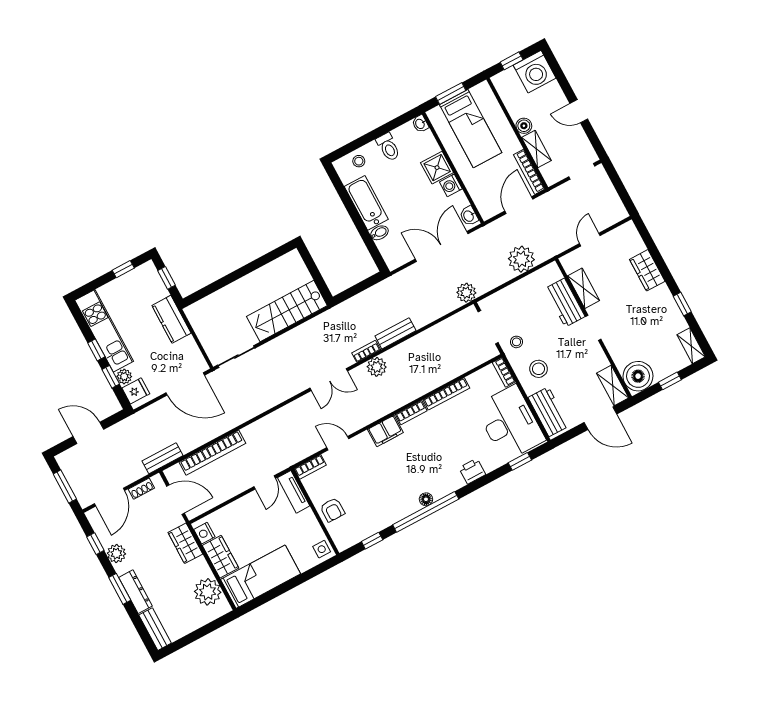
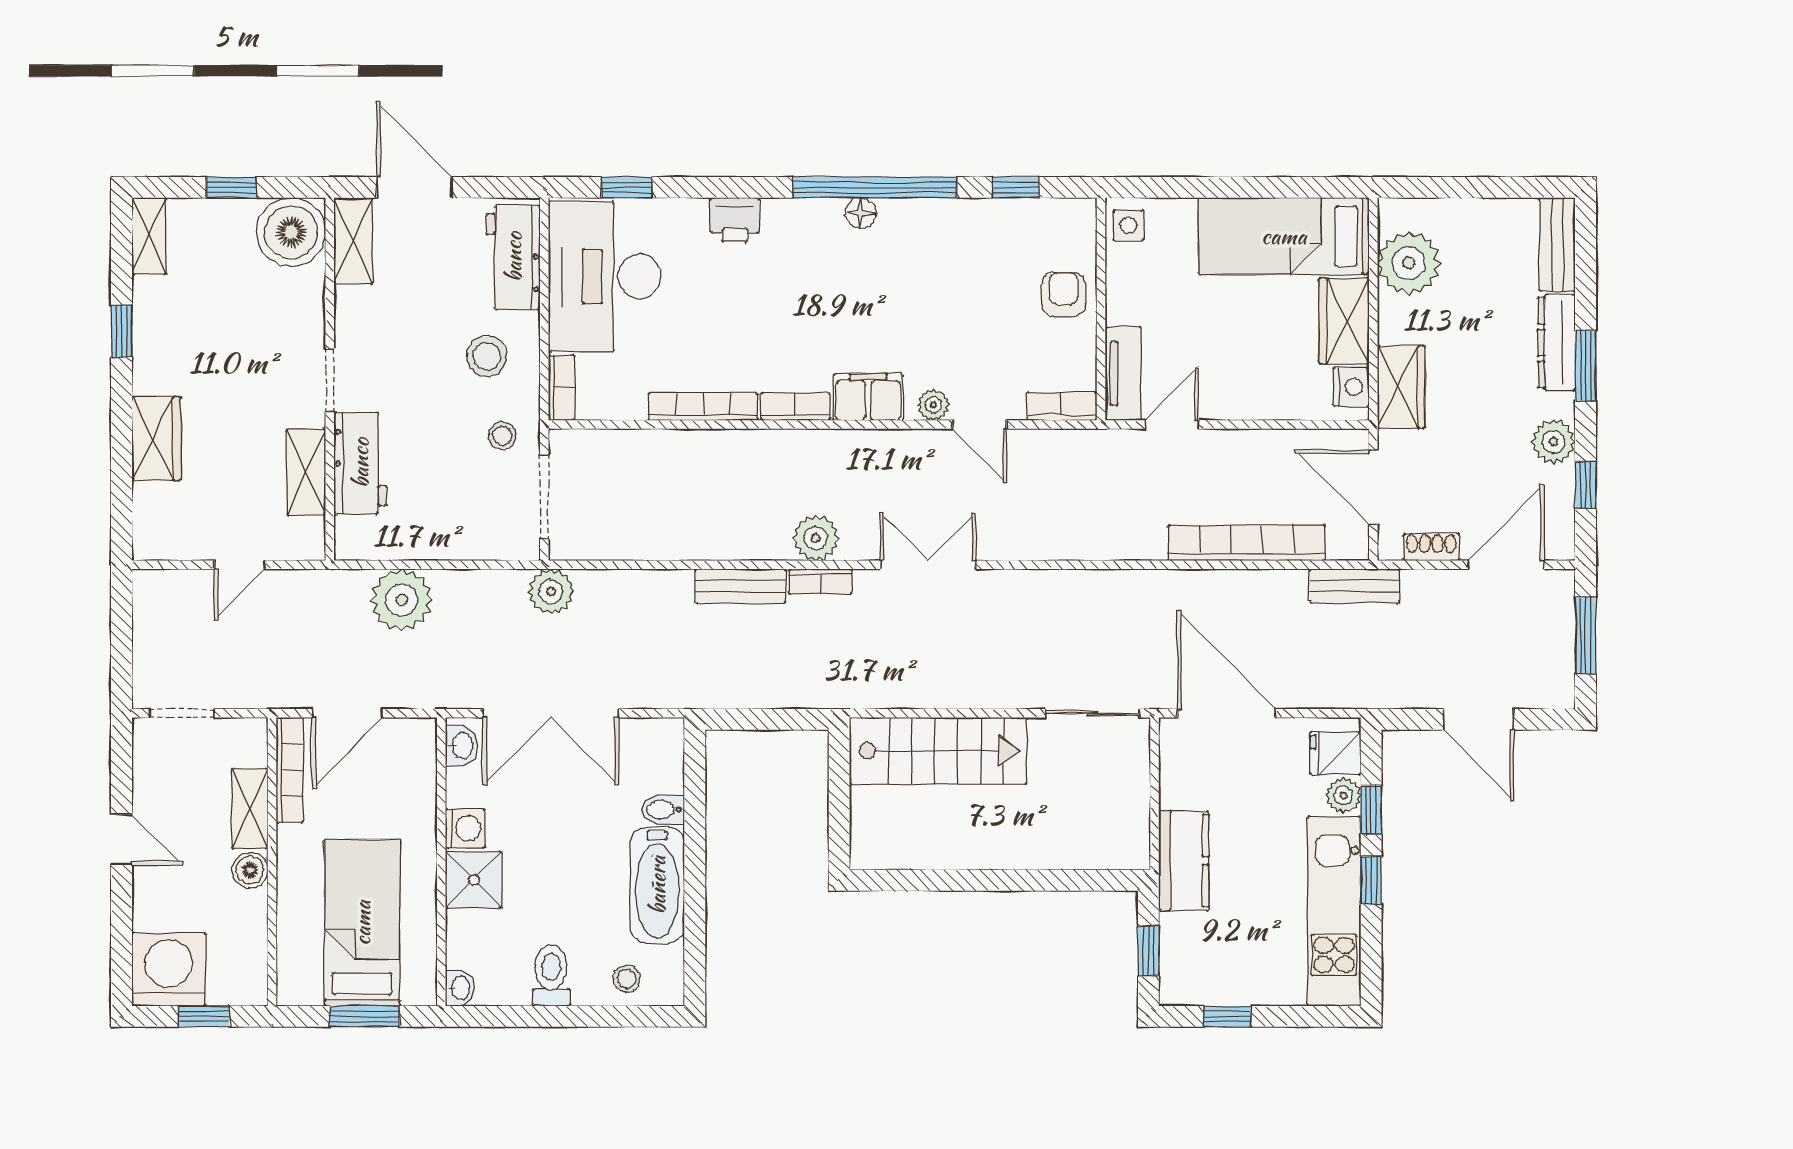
plant: (359, 441) -> (933, 405), added

